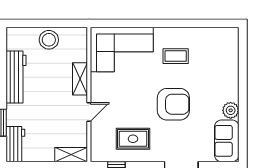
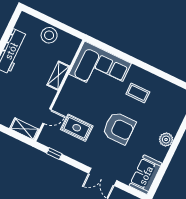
plant: (231, 110) -> (166, 140), moved
door: (89, 112) -> (47, 116), moved
rug: (133, 139) -> (77, 128), moved

